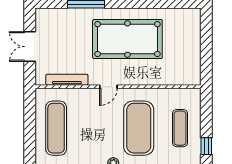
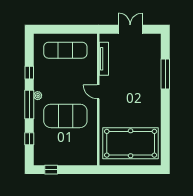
pool table: (127, 39) -> (131, 143), moved, turned 90
exercise mat: (180, 128) -> (65, 149), removed

